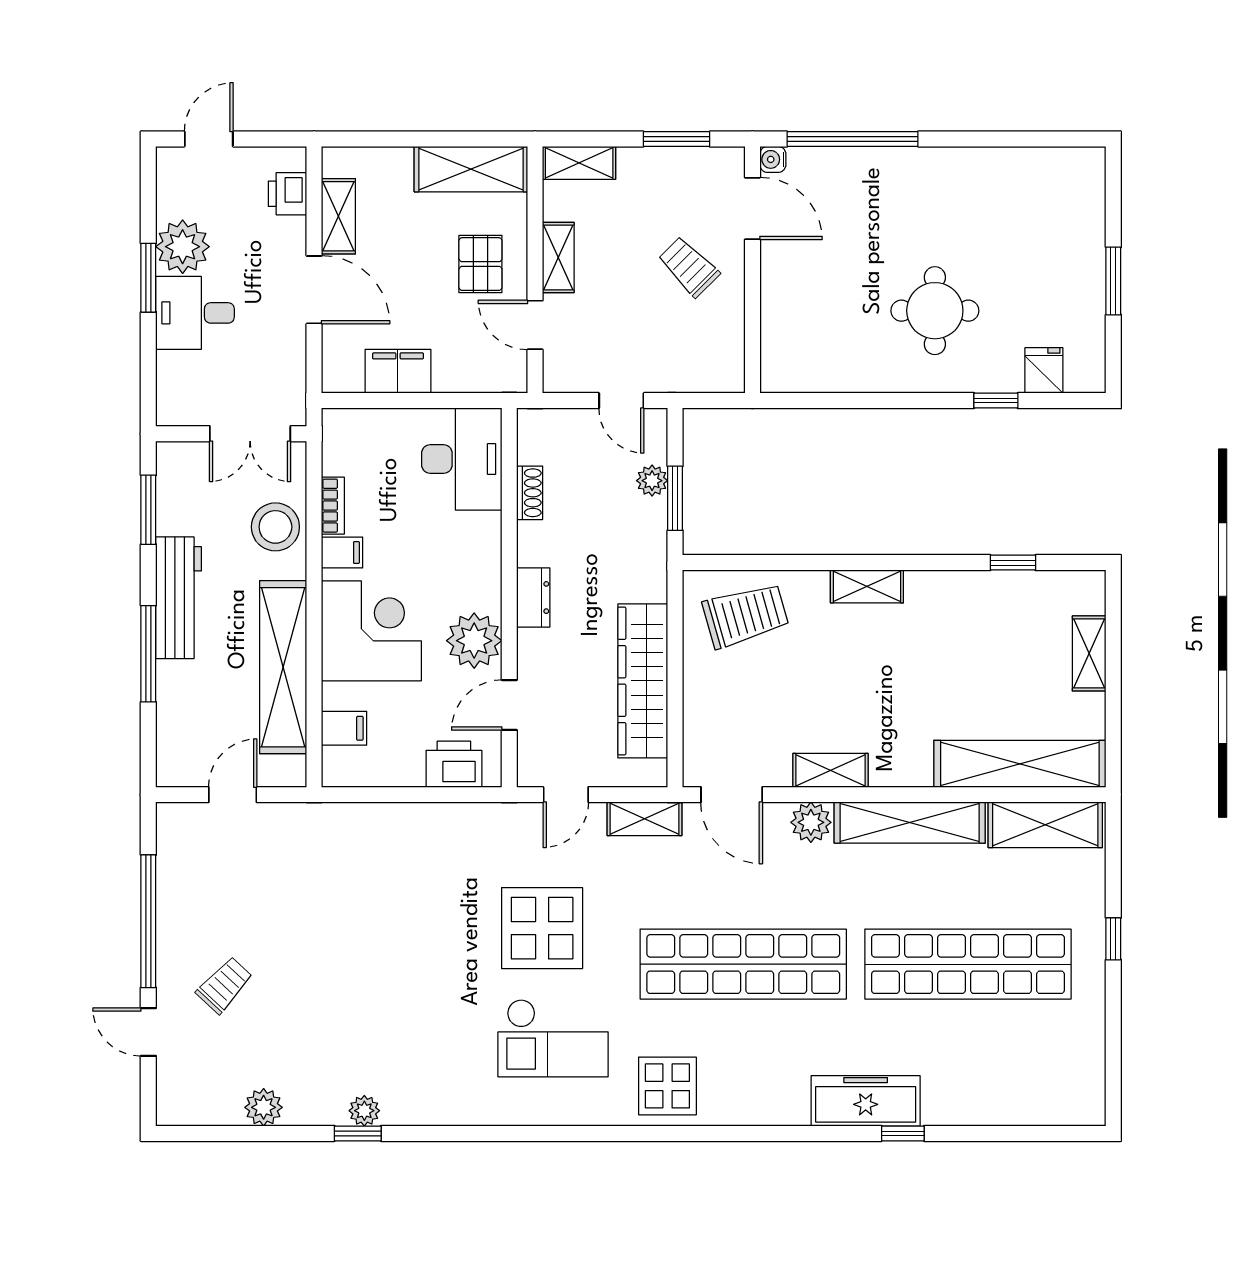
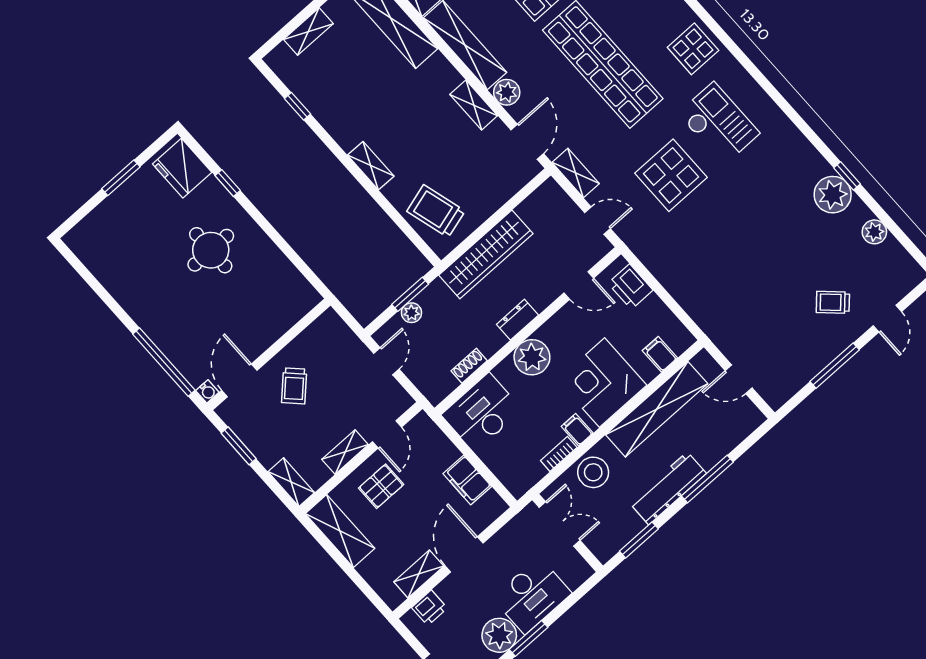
desk: (195, 313) -> (532, 596), width x1.37
fridge: (1044, 370) -> (182, 168), width x1.88, depth x1.34
plant: (474, 641) -> (532, 357), moved
wardrobe: (643, 681) -> (486, 254), moved
window: (148, 921) -> (835, 366), width x0.68
plant: (364, 1111) -> (833, 195), width x1.88, depth x1.88

